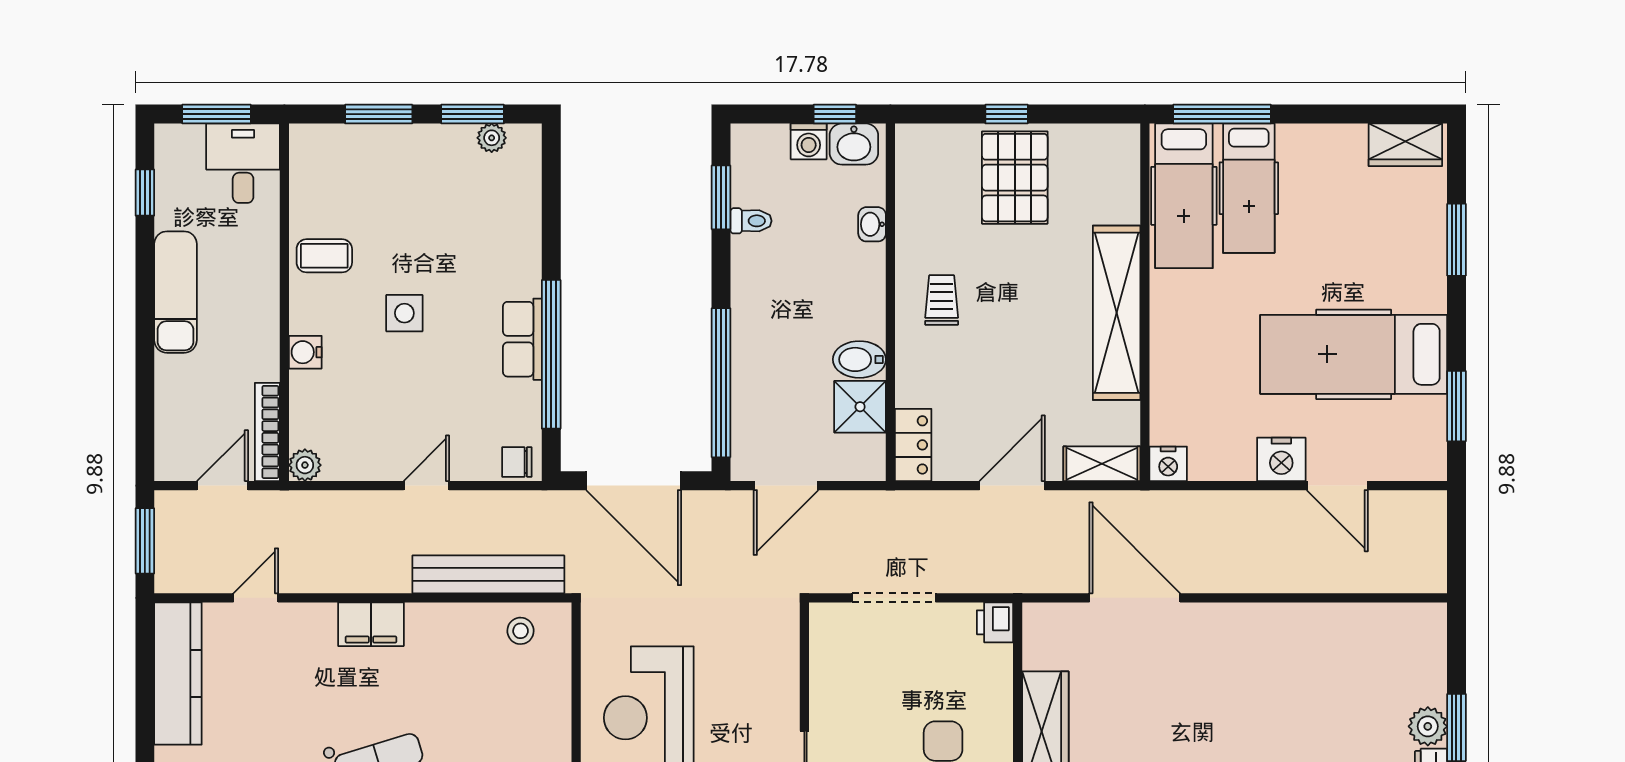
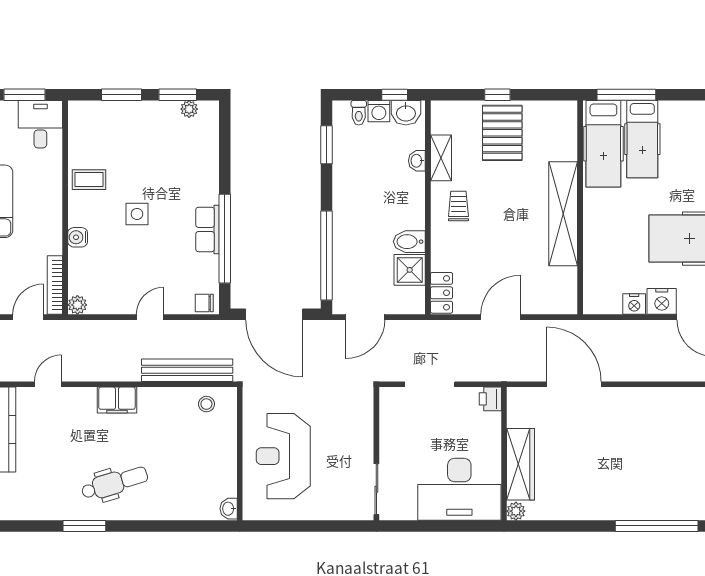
toilet: (751, 221) -> (359, 113), moved, turned 90
shelving: (1102, 464) -> (441, 158), moved, turned 90
nightstand: (1168, 464) -> (634, 304), moved

